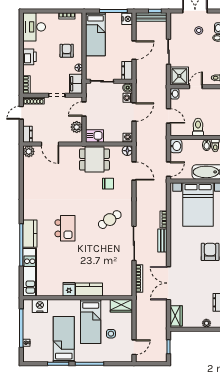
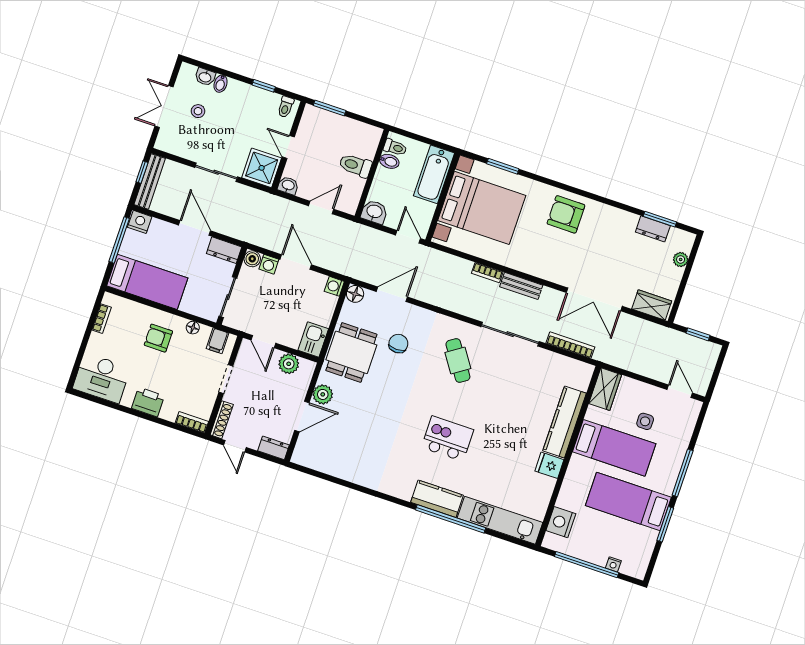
filing cabinet: (76, 84) -> (218, 341), width x0.50
plant: (29, 151) -> (323, 394), moved
kitchen counter: (89, 290) -> (565, 422), width x1.50

